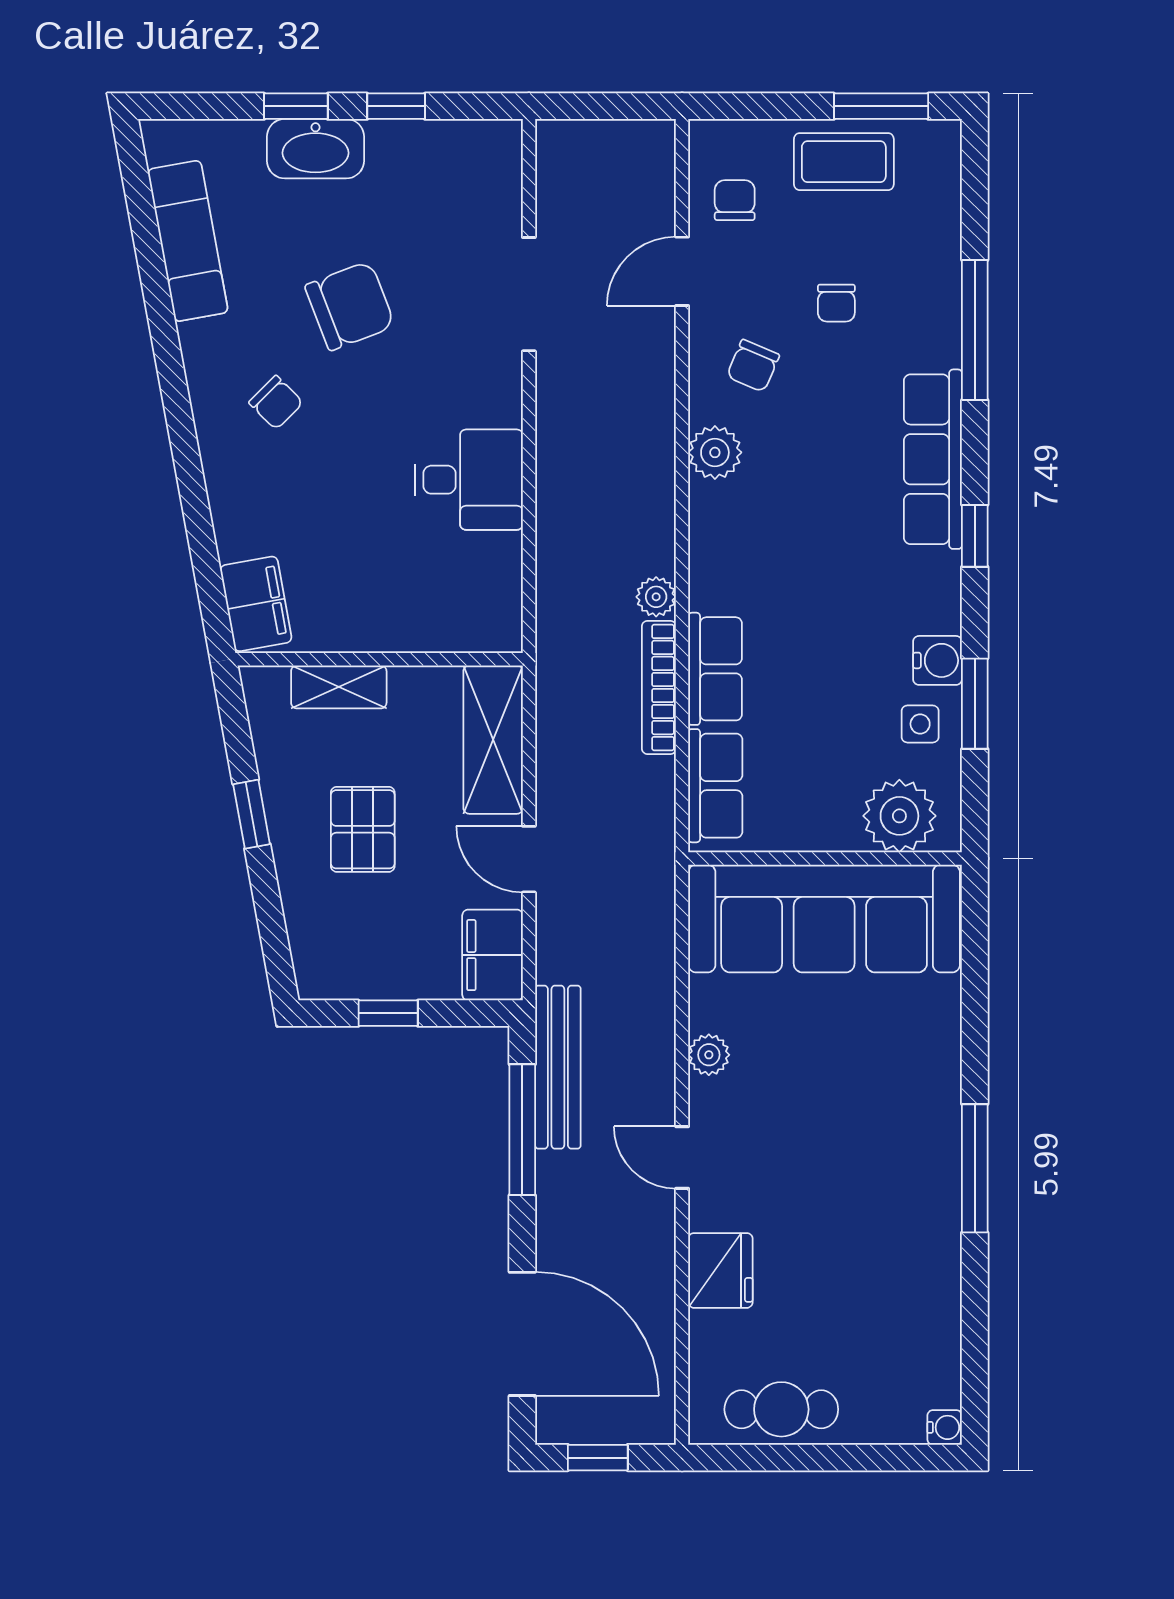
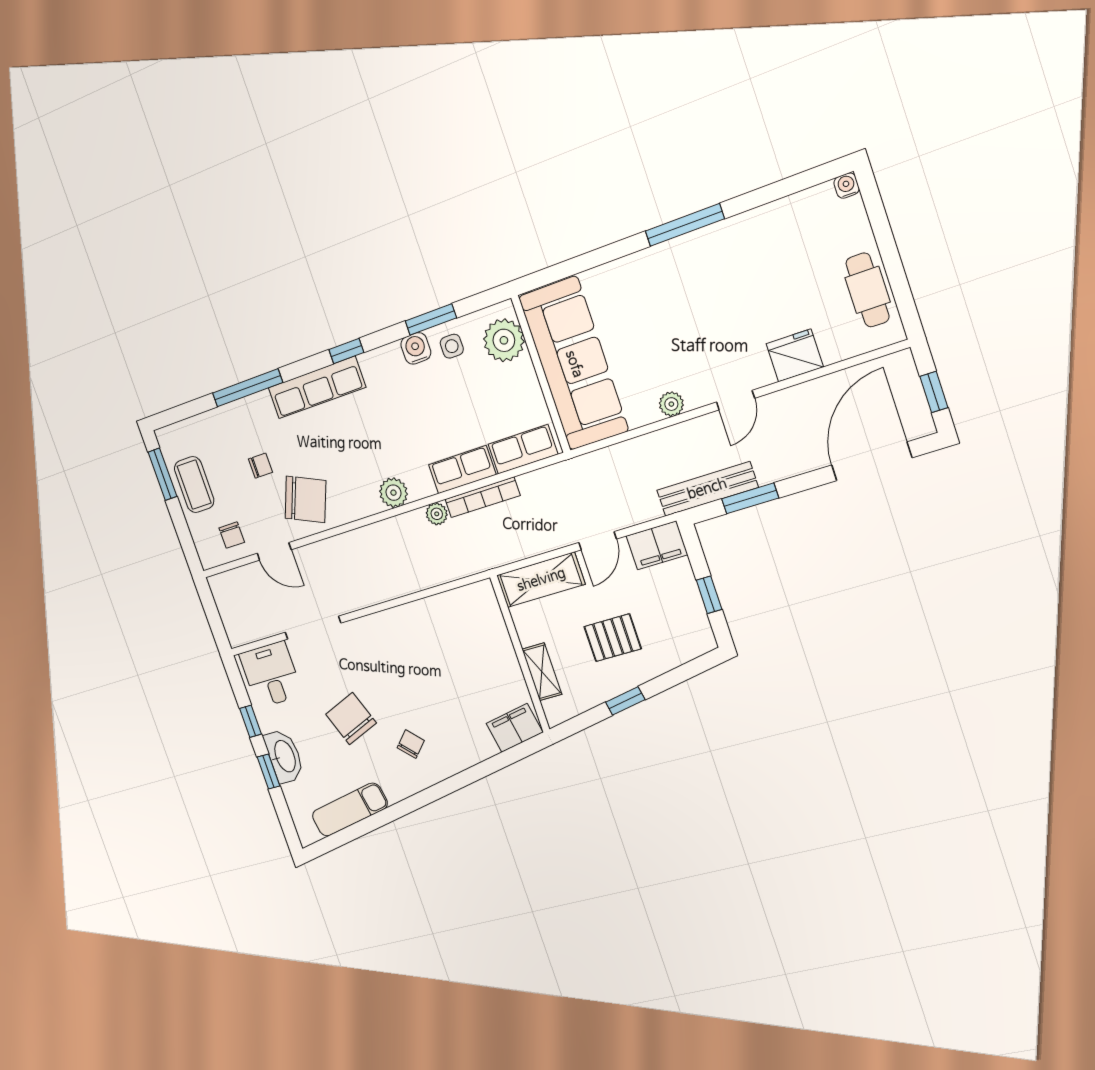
chair: (735, 200) -> (232, 535), turned -90
chair: (753, 366) -> (306, 499), width x1.87, depth x1.87
plant: (715, 452) -> (393, 493), moved
desk: (469, 480) -> (271, 675), moved
window: (522, 1130) -> (750, 498), width x0.69

